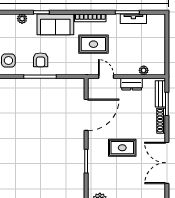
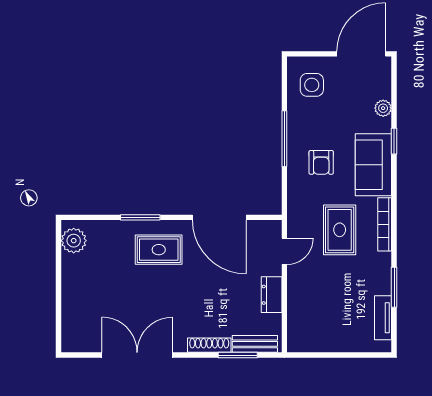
tv unit: (133, 19) -> (383, 318), moved
armchair: (41, 60) -> (321, 162), moved, turned -90
plant: (144, 70) -> (295, 315), removed
rug: (122, 148) -> (159, 250), moved, turned 90

